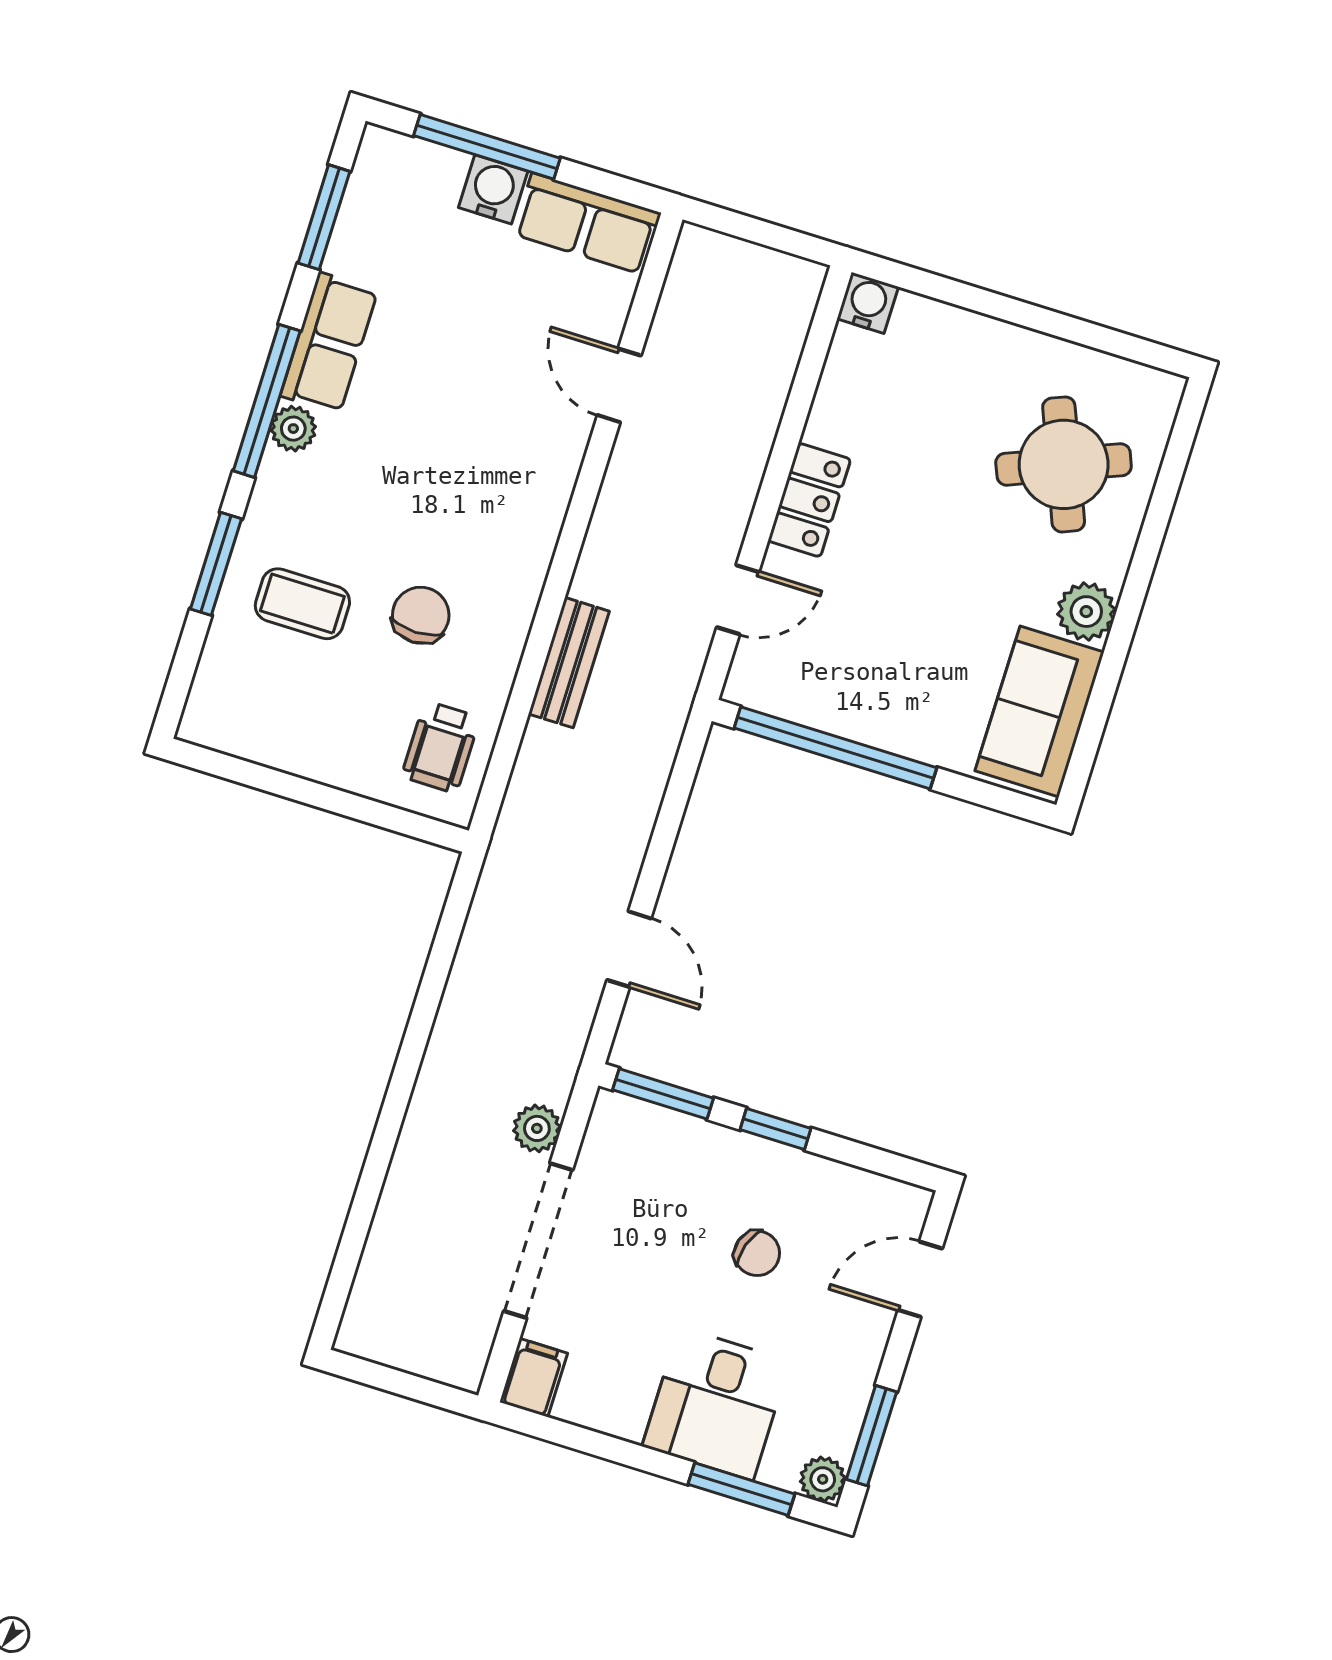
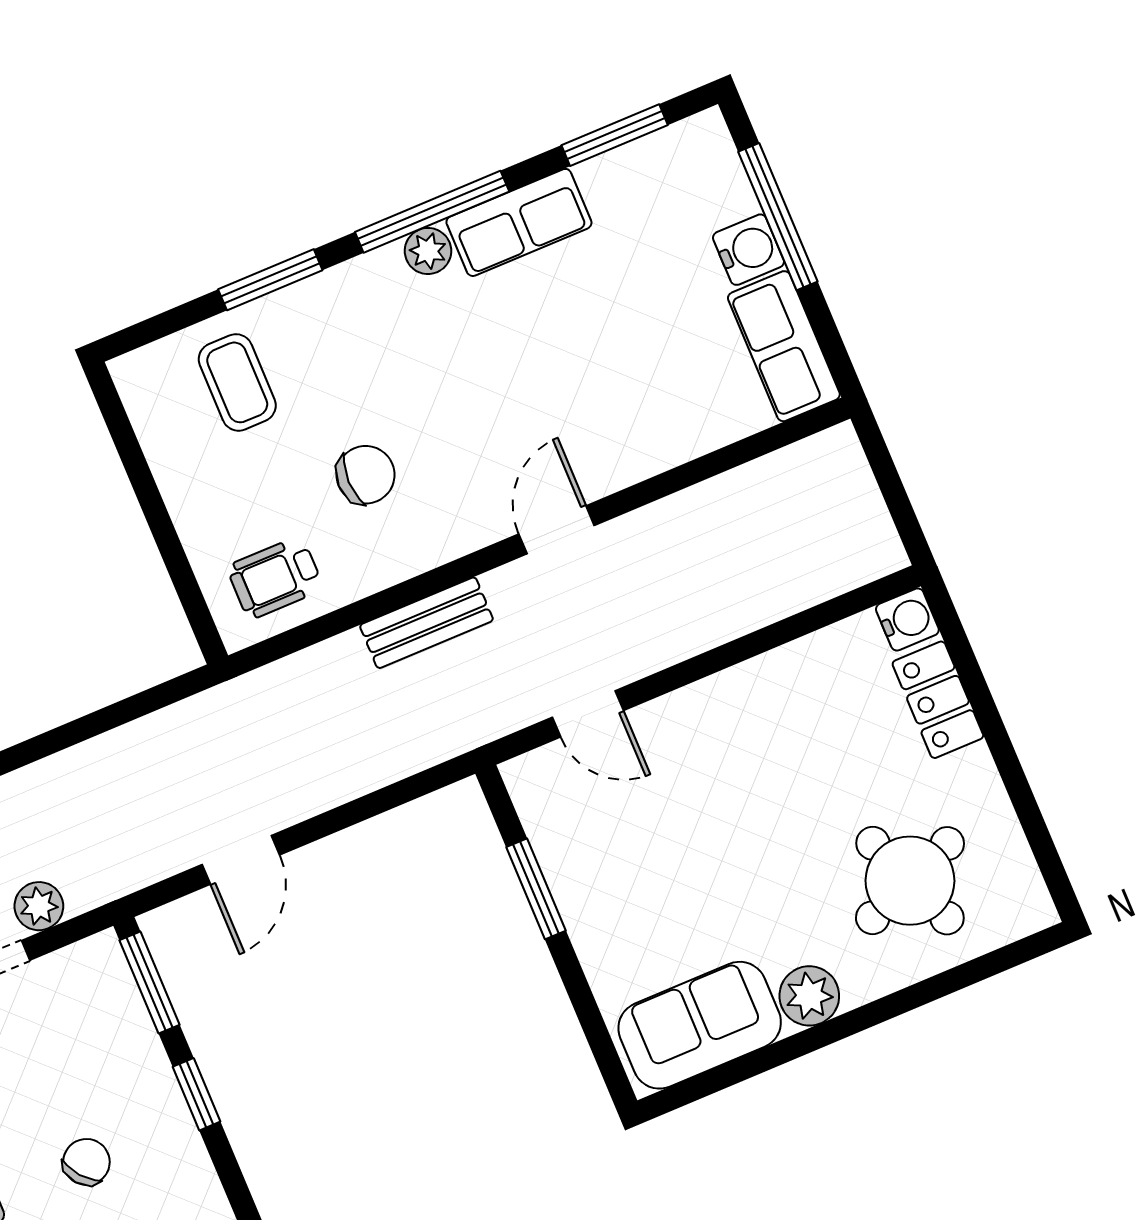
door: (619, 385) -> (557, 530), moved
locker: (809, 500) -> (938, 700), moved, turned 90
coffee table: (302, 604) -> (237, 382), moved
window: (835, 748) -> (536, 889), width x0.47
chair: (757, 1253) -> (86, 1162), turned -147

